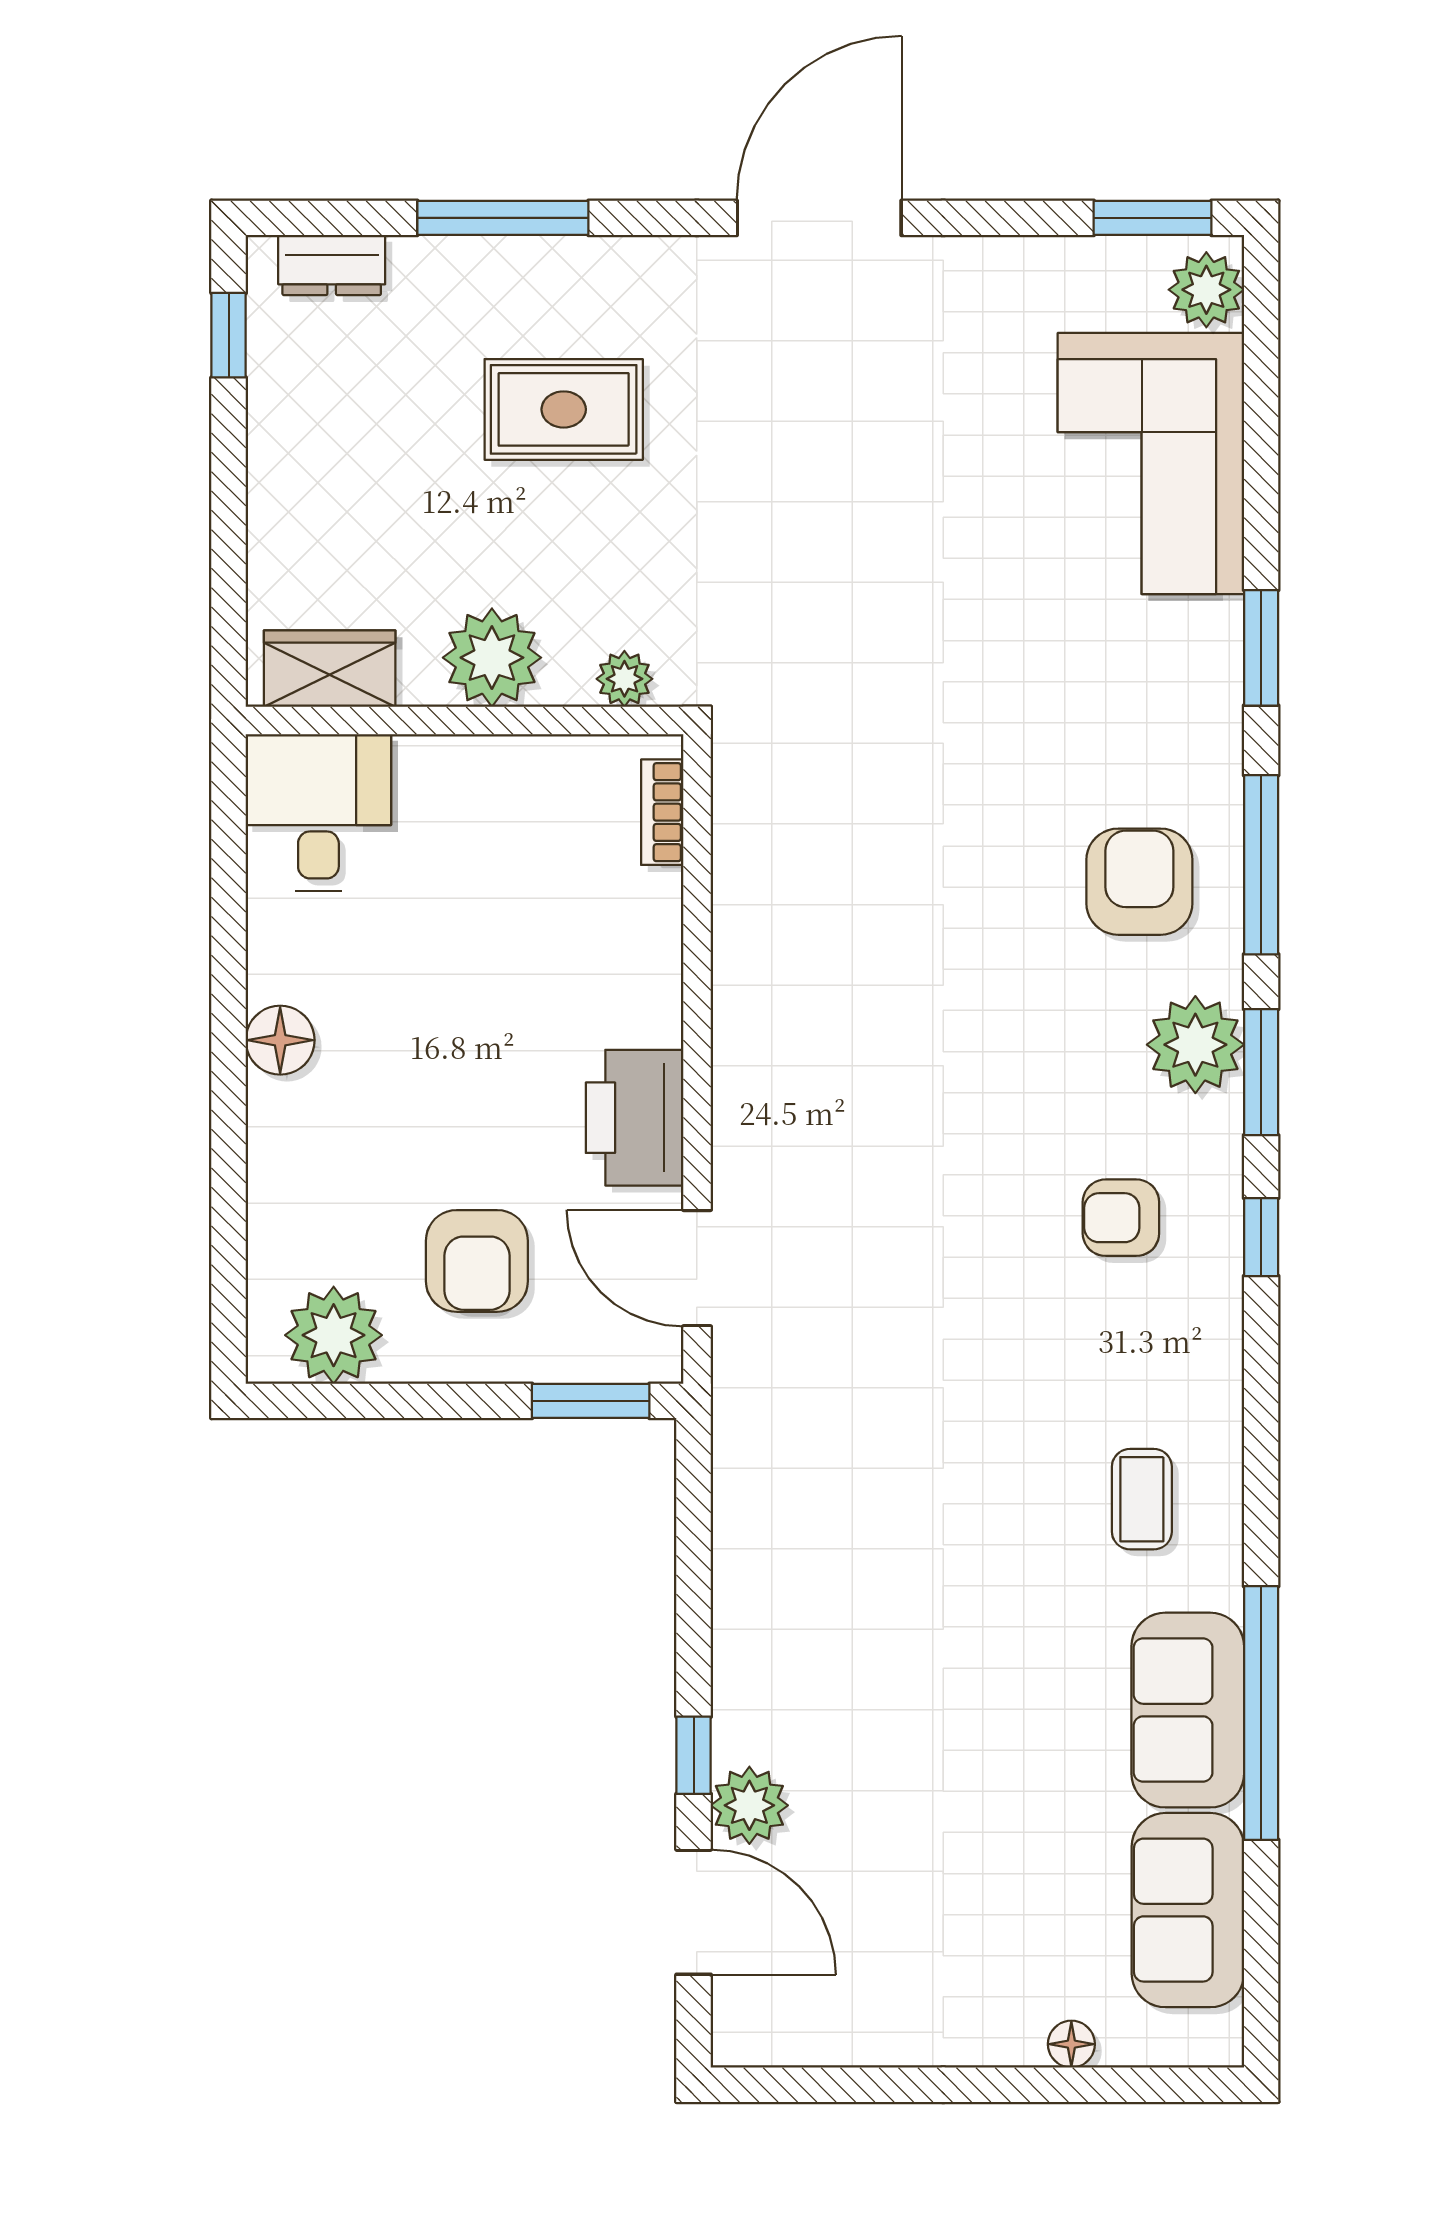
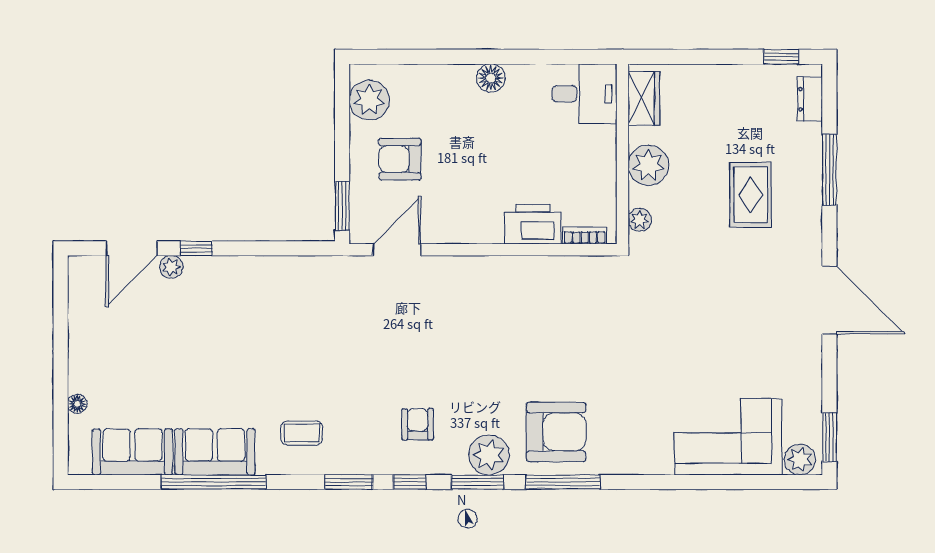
window: (1261, 648) -> (349, 482), moved
armchair: (1139, 882) -> (556, 432), width x1.36, depth x1.36
printer: (635, 1118) -> (533, 224), moved
plant: (749, 1805) -> (171, 267), width x0.73, depth x0.73

